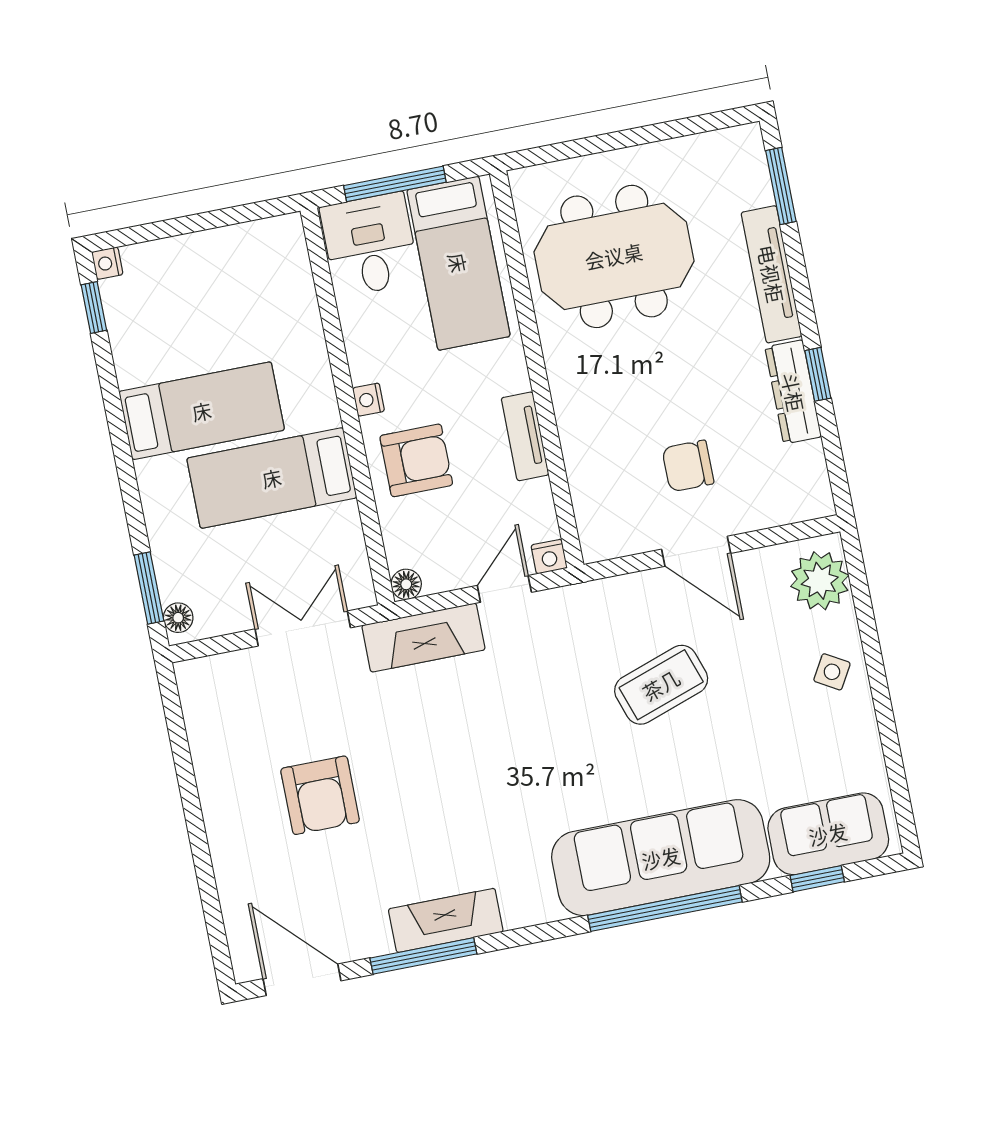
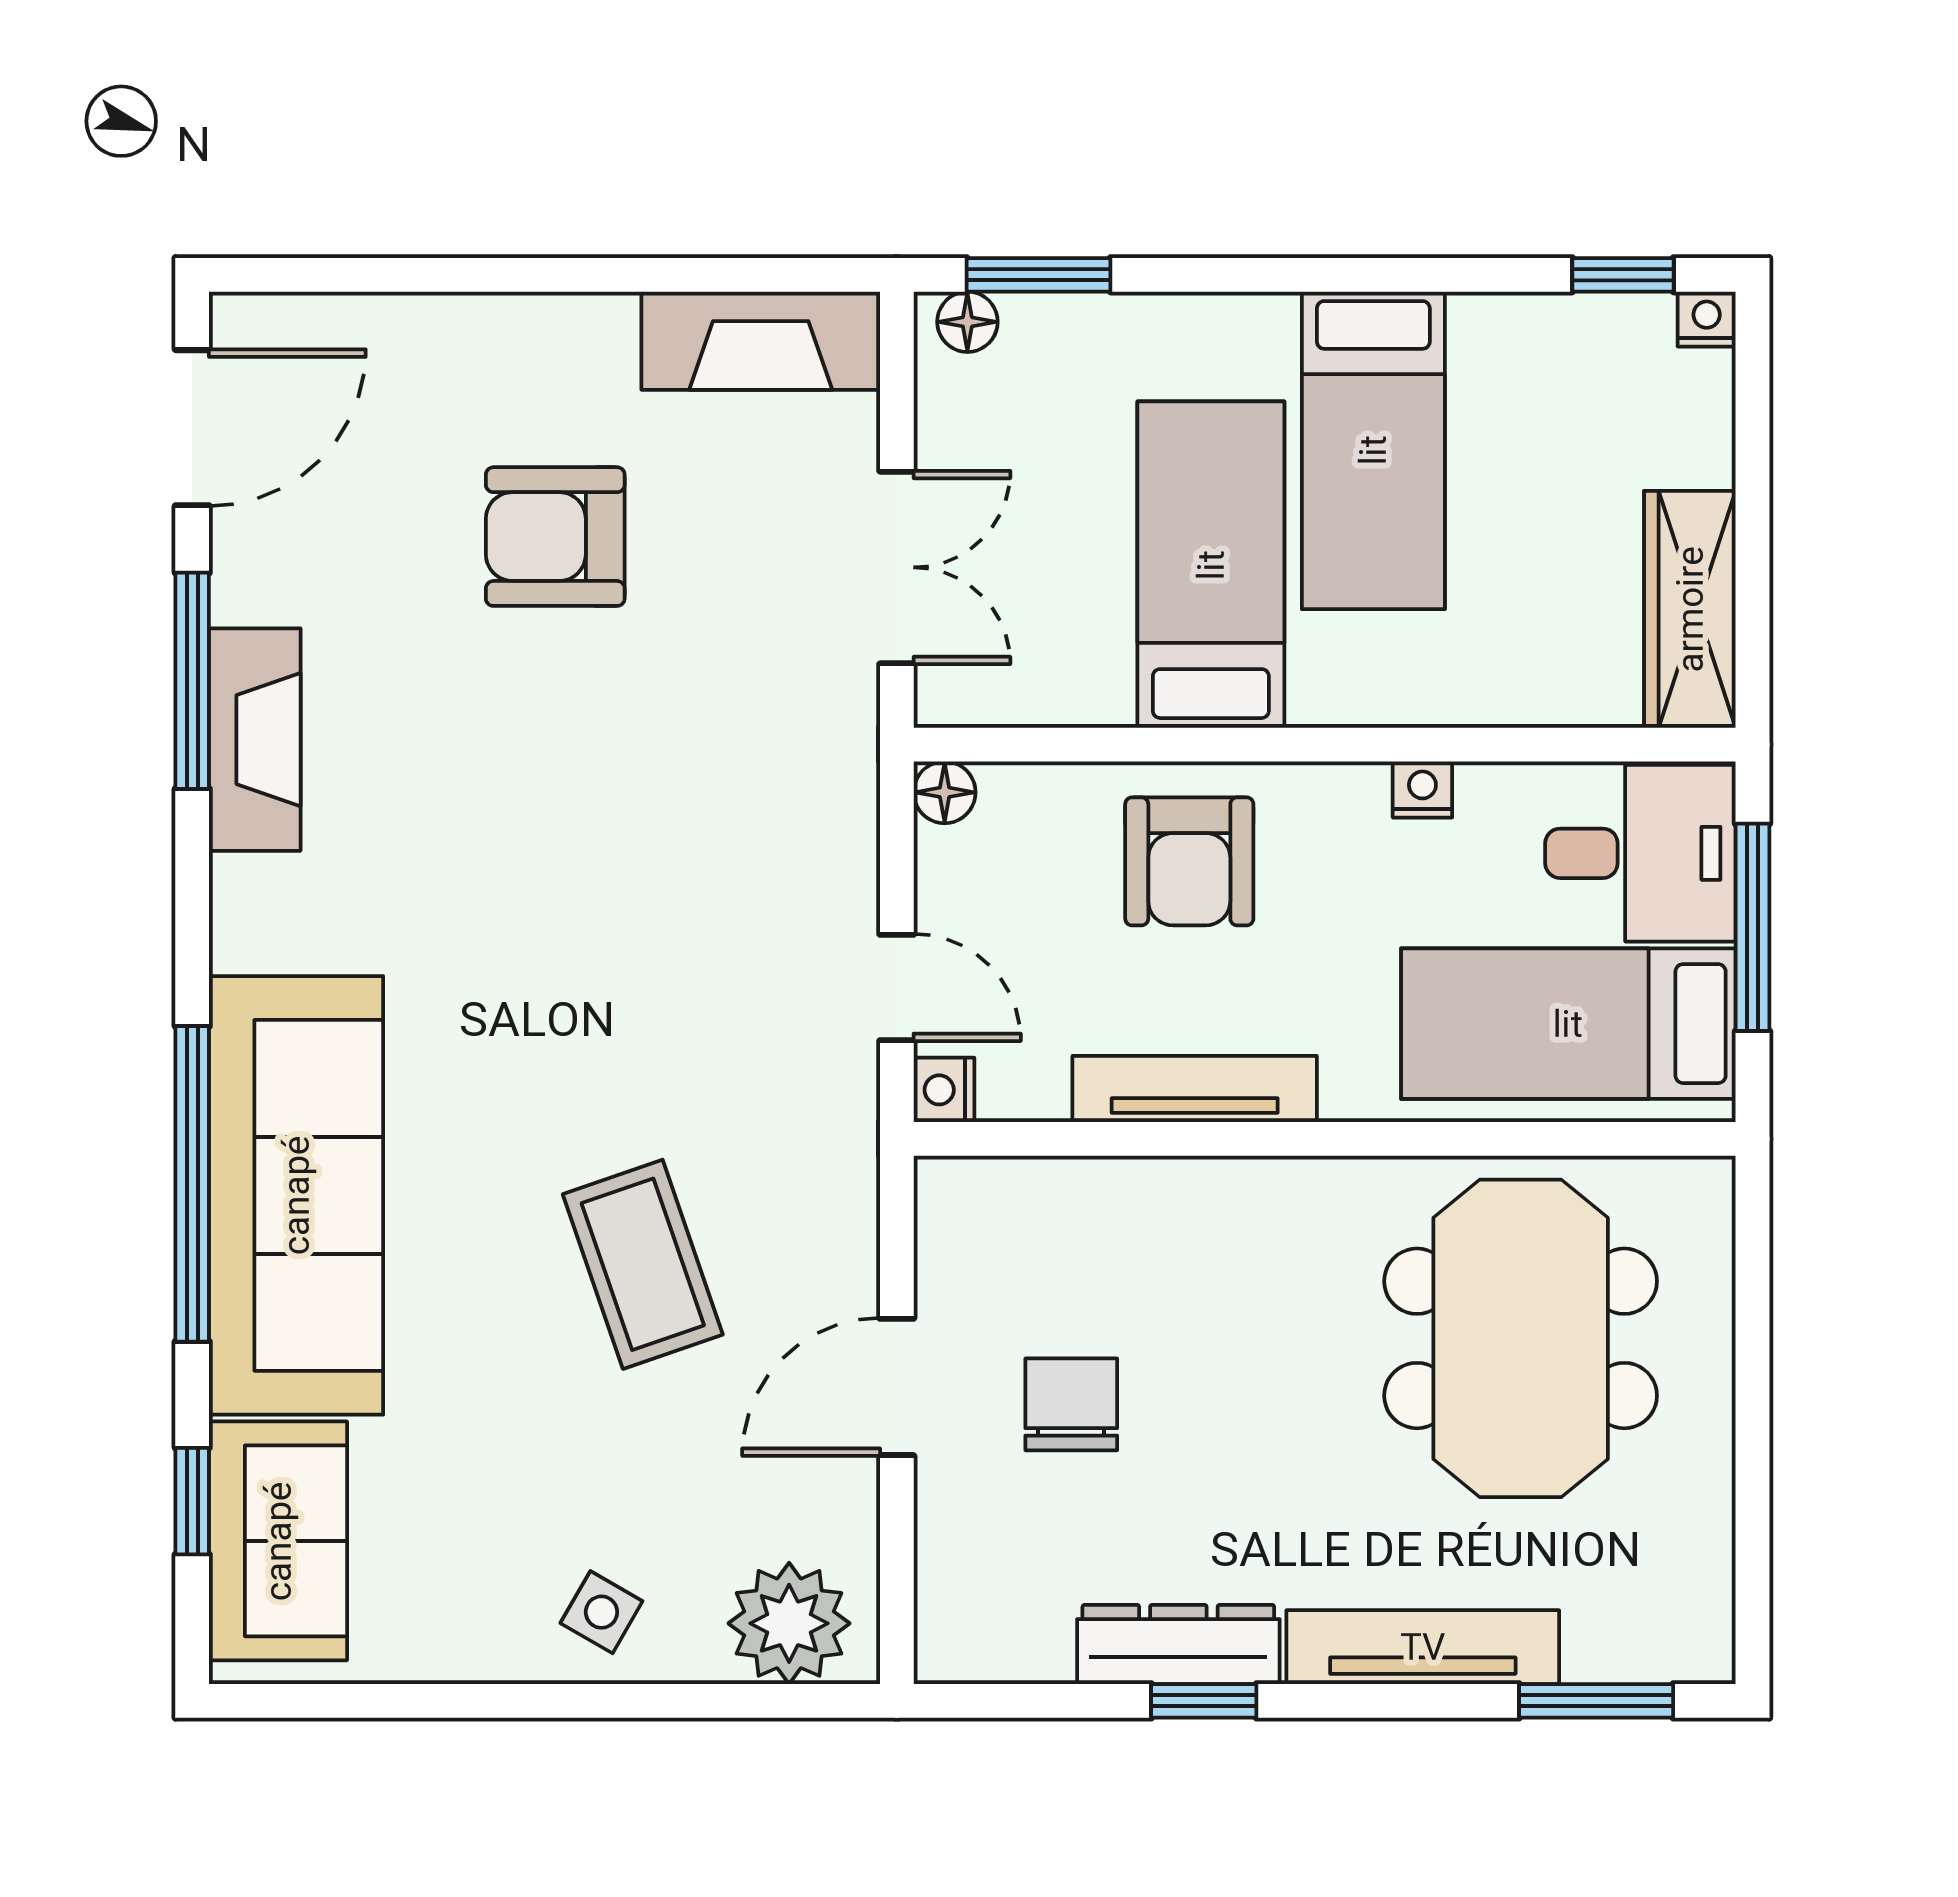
wardrobe: (248, 244) -> (1690, 609), added
nightstand: (368, 400) -> (1422, 789), moved
tv unit: (525, 436) -> (1195, 1089), width x1.41
fireplace: (423, 638) -> (761, 341), moved, turned -90

